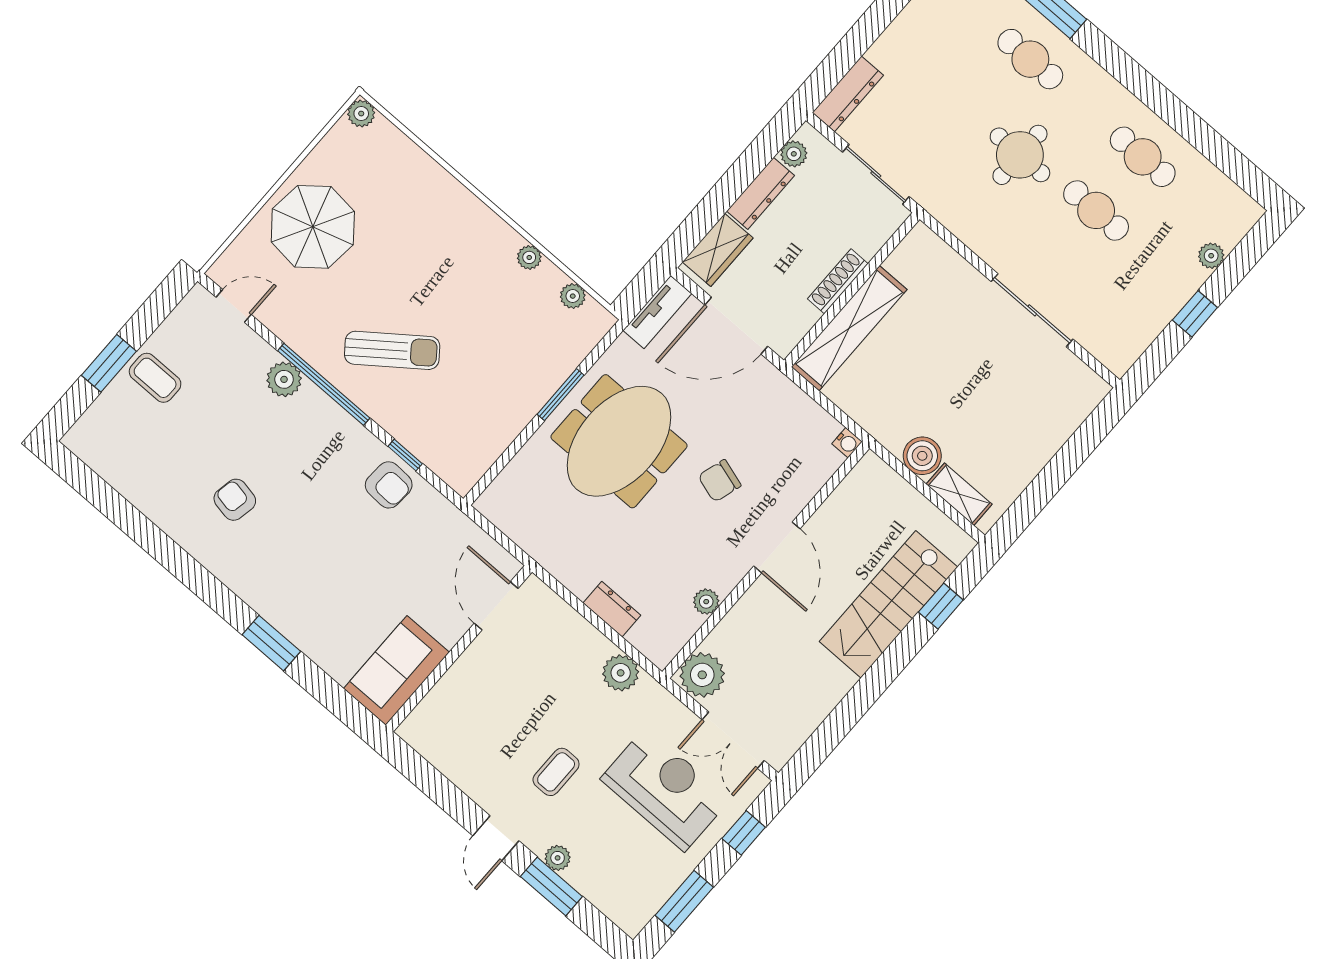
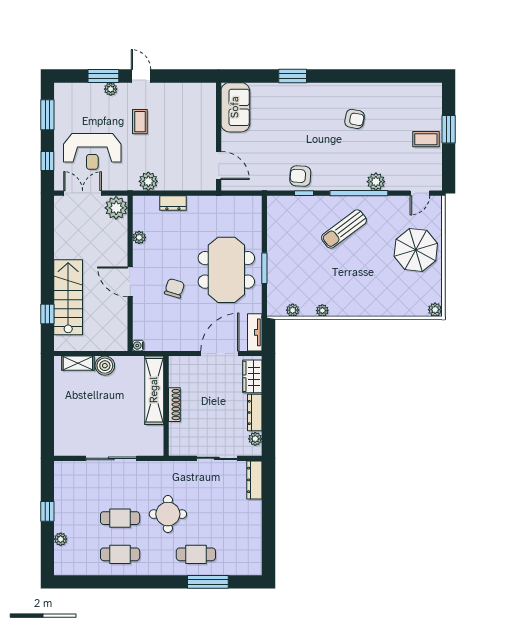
shoe rack: (838, 281) -> (174, 405), moved
wall: (852, 290) -> (166, 406), moved
shelving: (849, 328) -> (154, 390), moved

